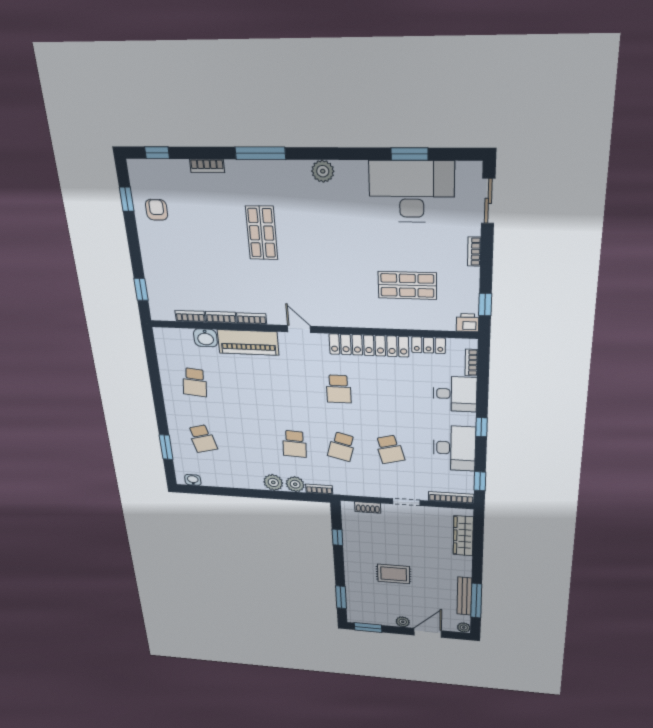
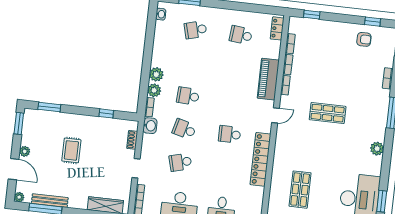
shop shelf: (262, 233) -> (328, 113), moved
washbasin: (205, 338) -> (150, 126), moved, turned 180
locker: (428, 345) -> (277, 28), moved

